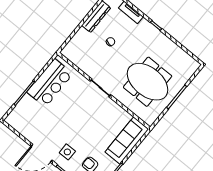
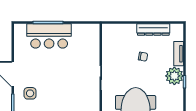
plant: (145, 30) -> (174, 76), added
bar counter: (50, 83) -> (49, 36), moved

